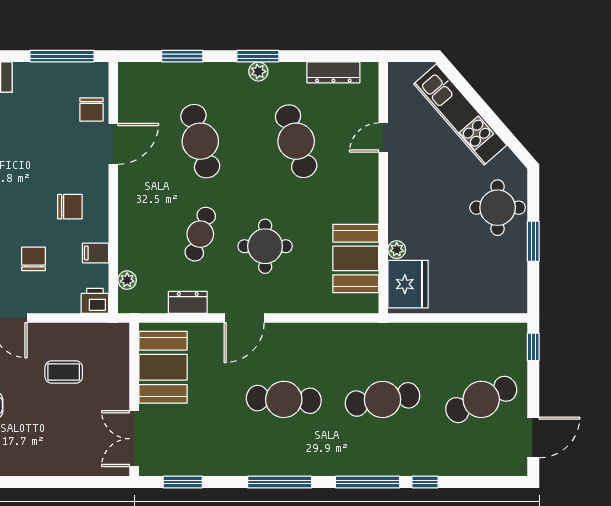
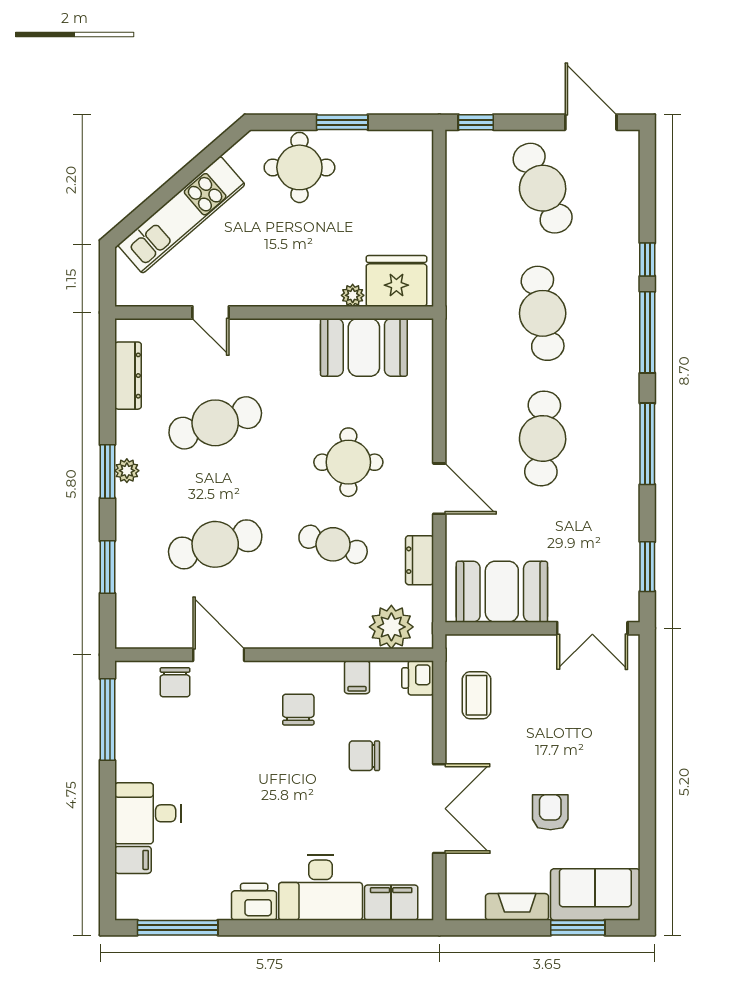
chair: (91, 109) -> (175, 682), turned 90
plant: (127, 280) -> (391, 627), width x1.87, depth x1.87
coffee table: (64, 372) -> (477, 695), moved

